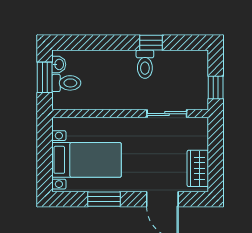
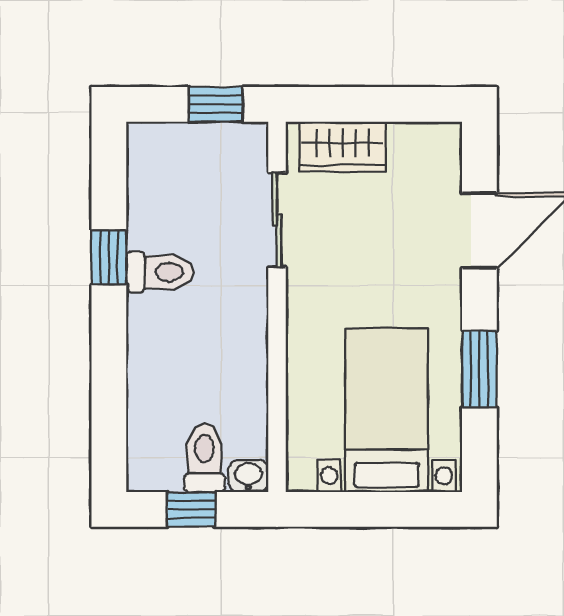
washbasin: (59, 64) -> (248, 476), moved
window: (45, 77) -> (191, 509), width x0.67
wardrobe: (198, 168) -> (343, 147), moved

